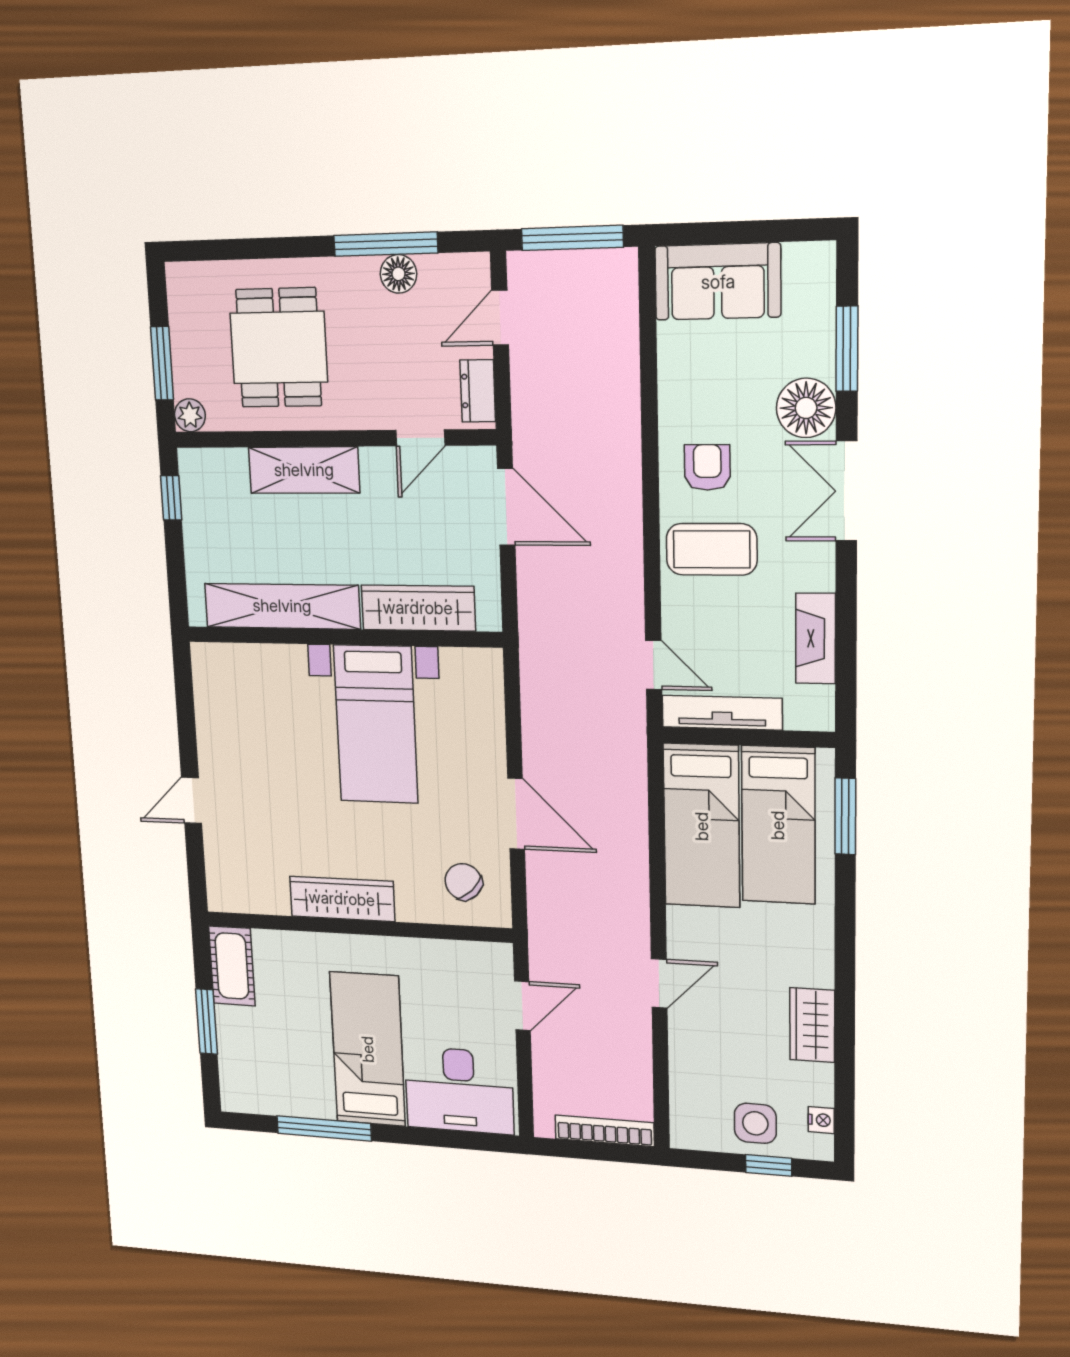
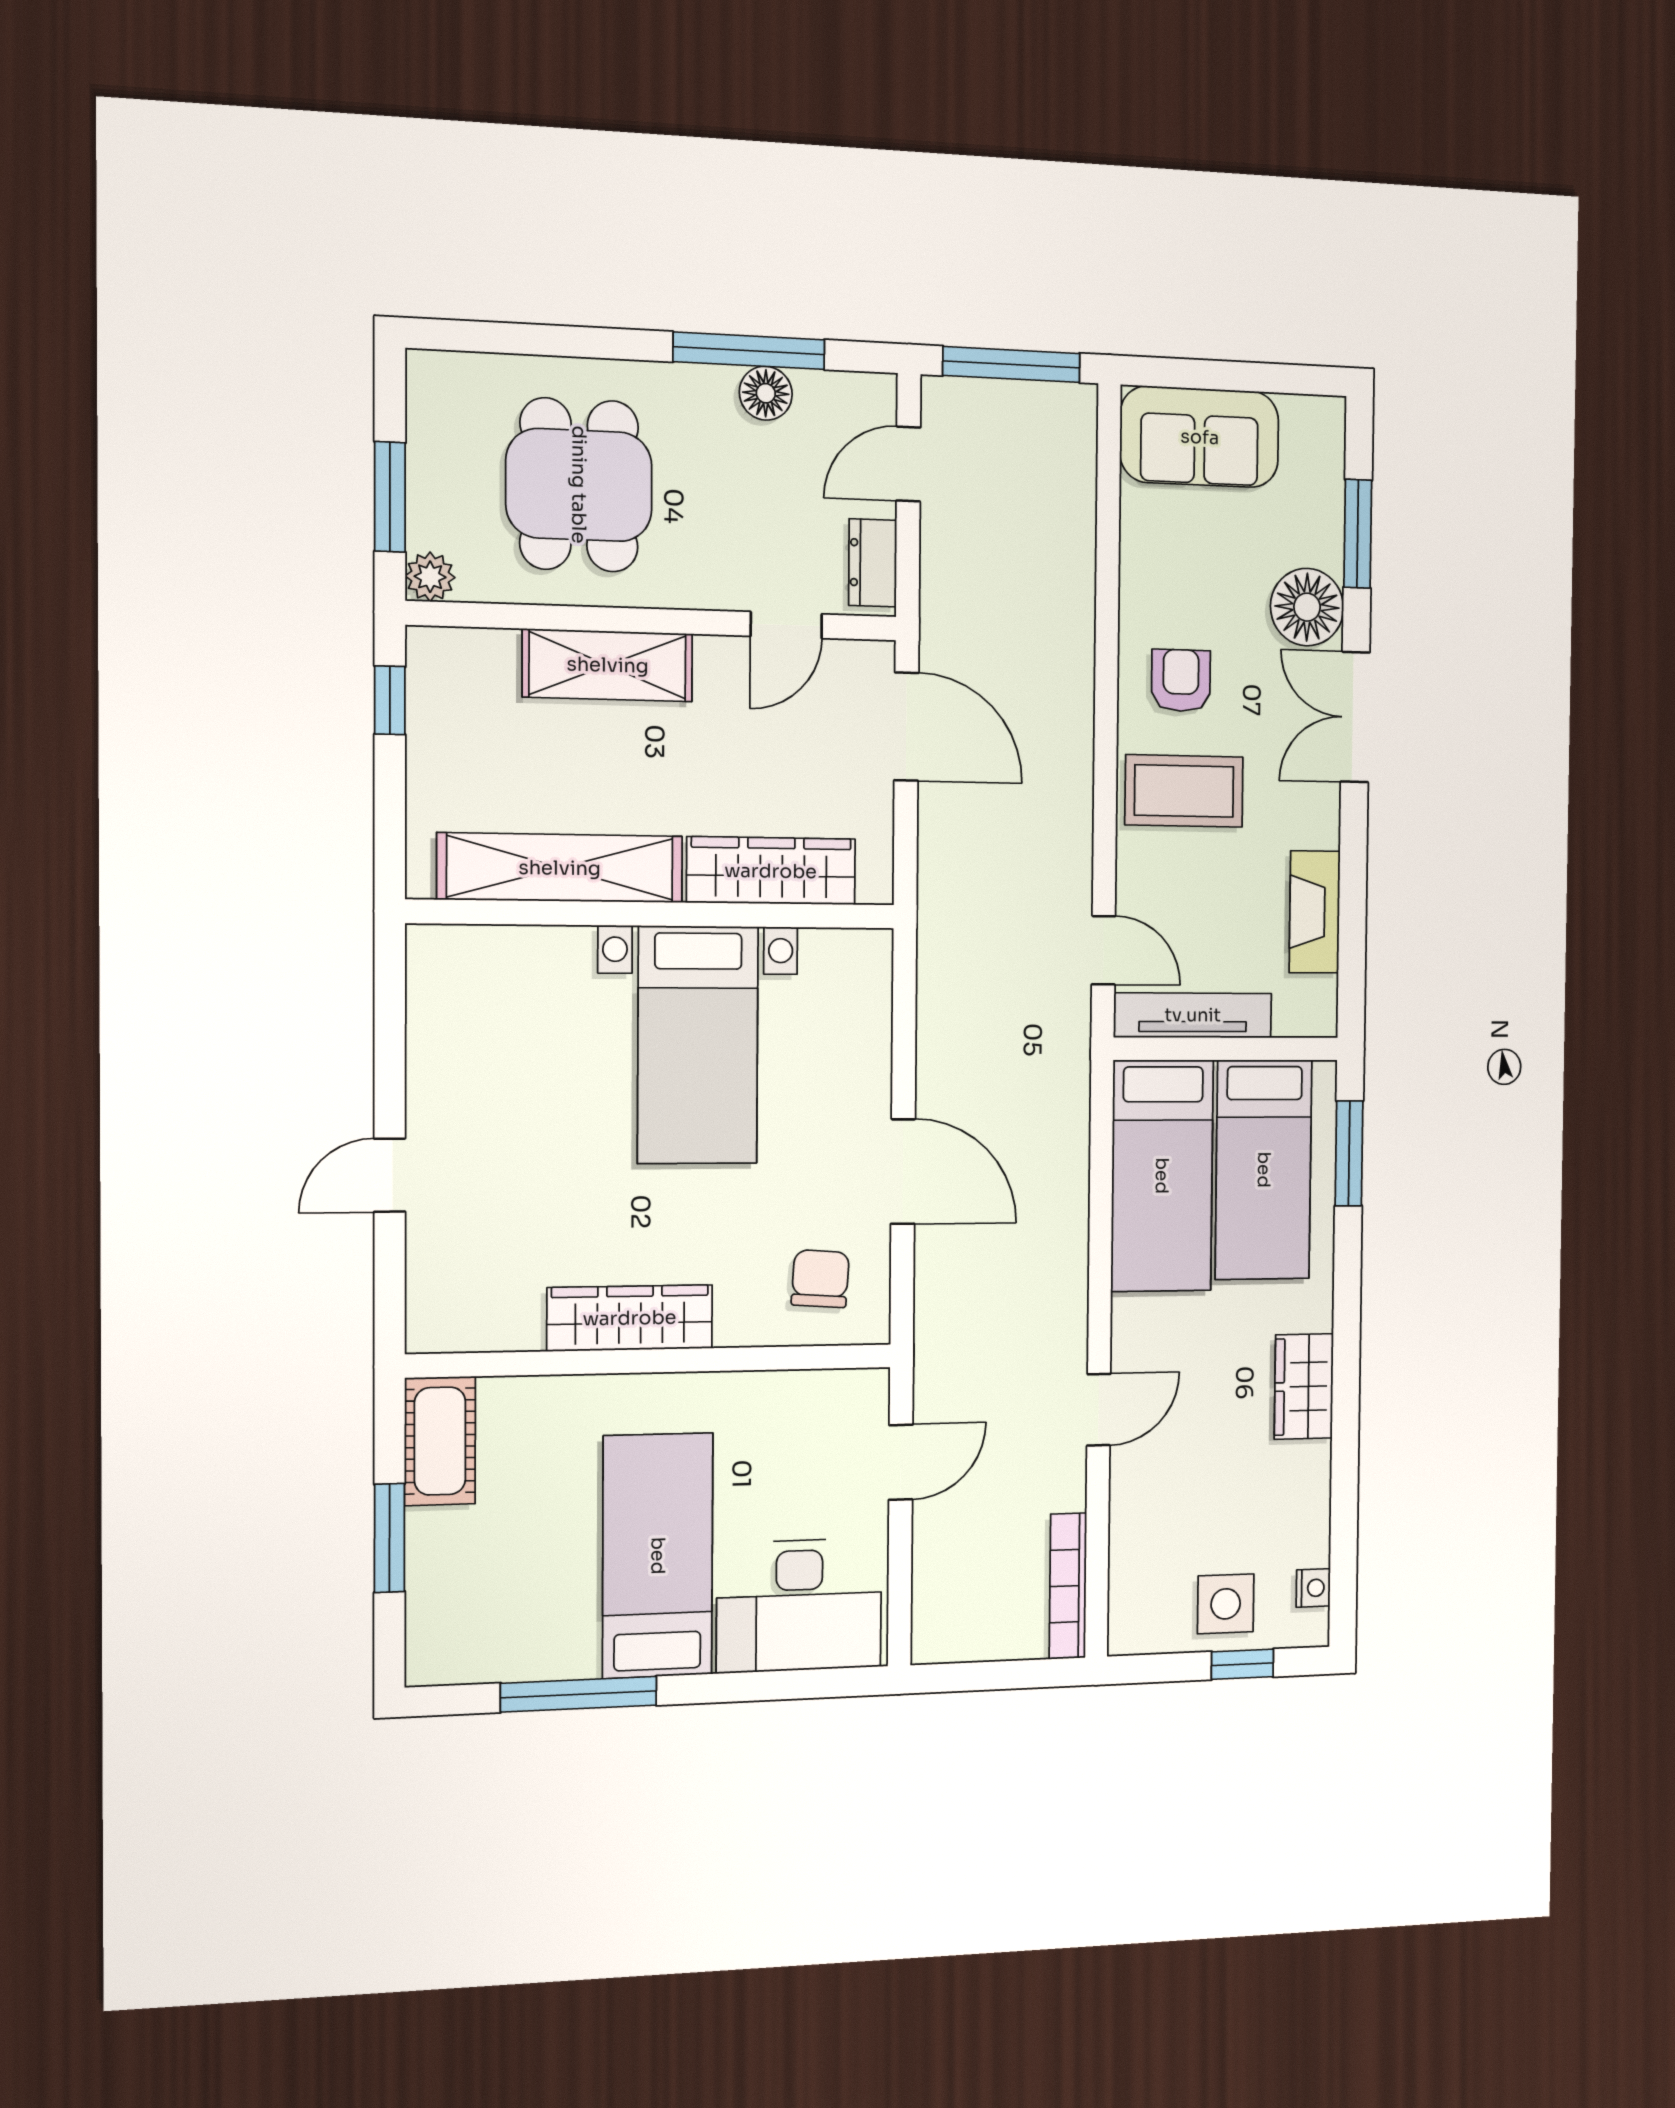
chair: (463, 882) -> (820, 1279), turned 48
wardrobe: (812, 1025) -> (1304, 1387), moved
bookcase: (605, 1131) -> (1068, 1586), moved, turned -90

